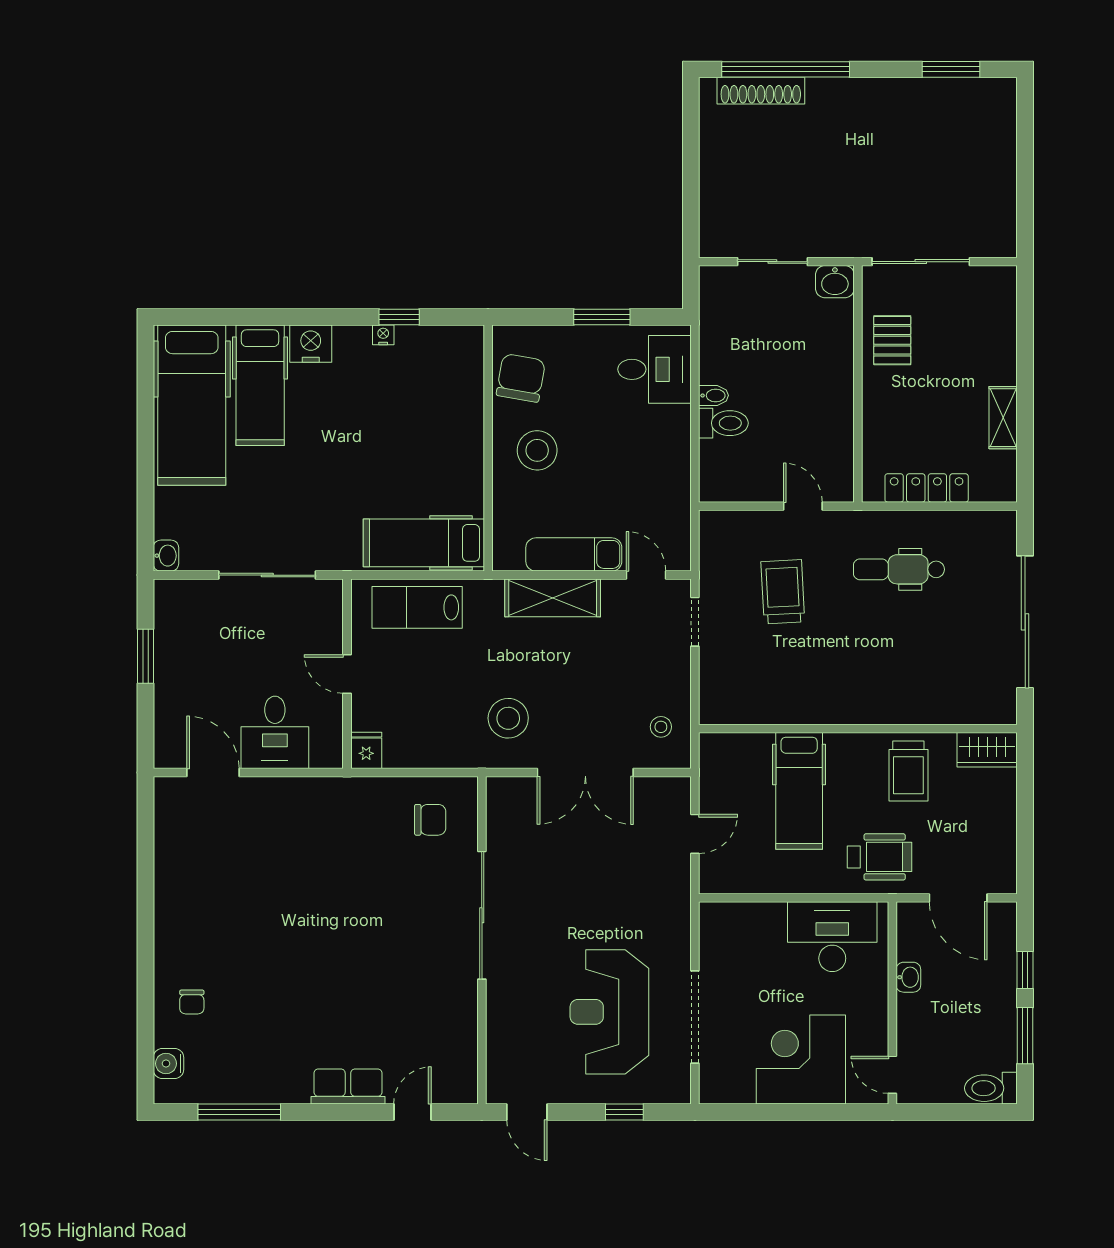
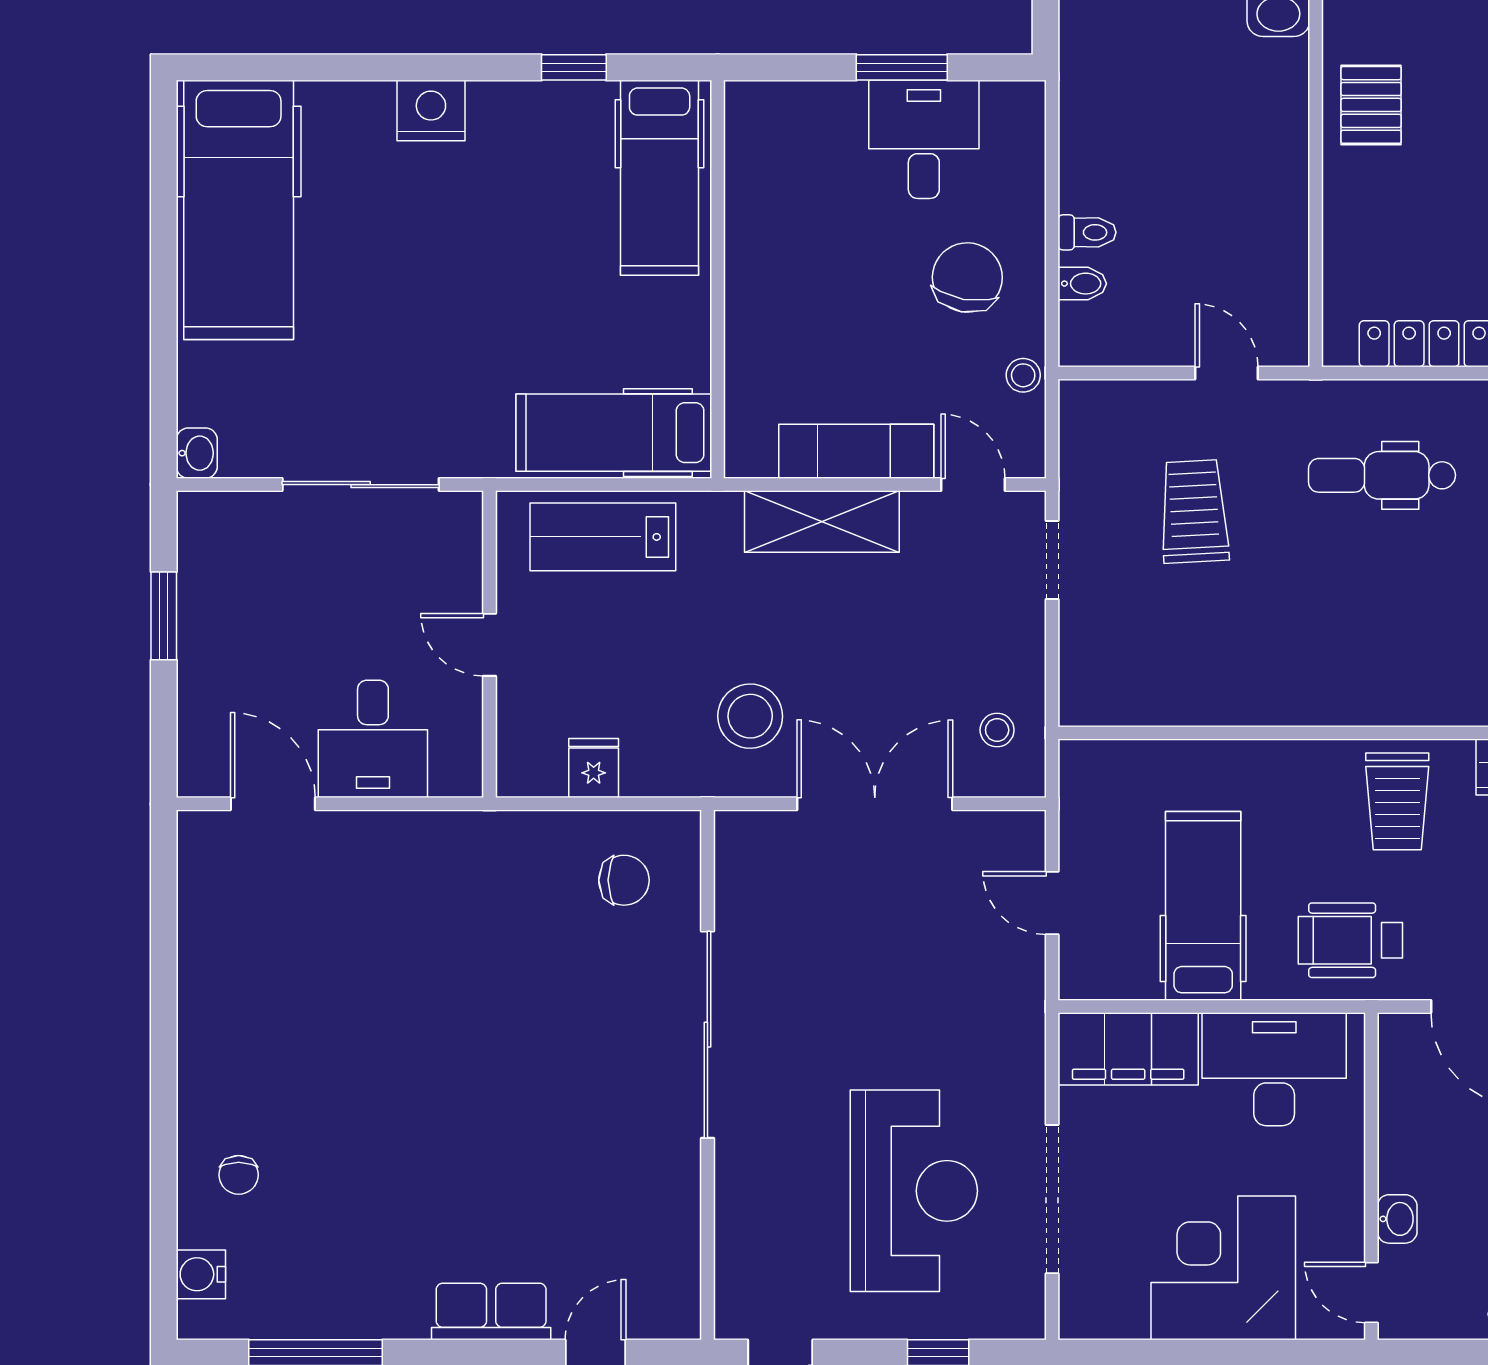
nightstand: (383, 335) -> (548, 96), removed
desk: (655, 369) -> (924, 139), moved, turned -90
chair: (521, 378) -> (967, 278), moved
hospital bed: (260, 385) -> (660, 178), moved
bidet: (714, 395) -> (1082, 284), moved
toilet: (723, 423) -> (1087, 232), width x0.73, depth x0.72
stool: (537, 450) -> (1023, 375), moved, width x0.53, depth x0.53
fridge: (366, 750) -> (594, 768), moved
double door: (585, 772) -> (875, 804), swing flipped
hospital bed: (799, 791) -> (1203, 906), moved, turned 180
door: (695, 834) -> (1052, 903), swing flipped
wheelchair: (879, 857) -> (1350, 940), turned 180
filing cabinet: (742, 924) -> (1128, 1049), added
washbasin: (908, 977) -> (1397, 1219), moved
reception desk: (609, 1012) -> (914, 1191), turned 180

